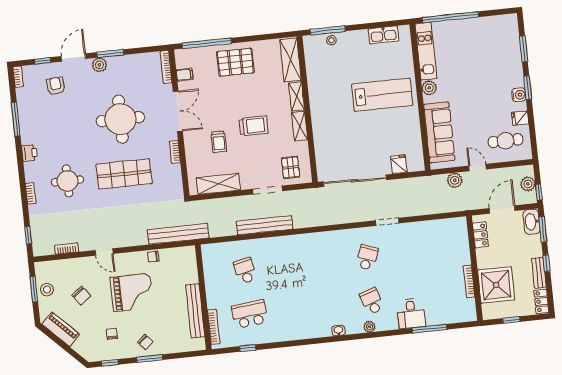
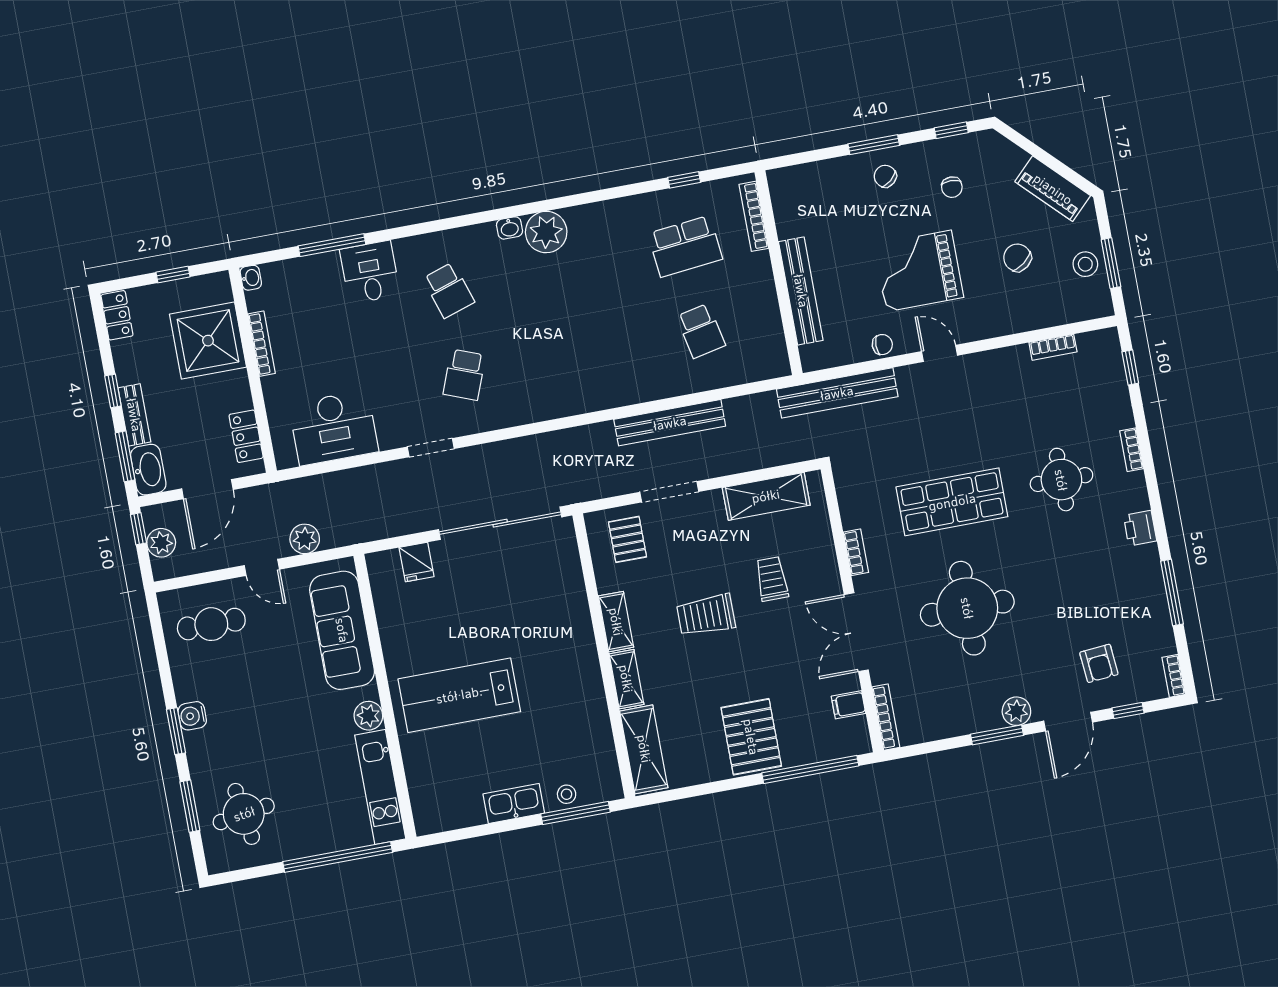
kitchen sink: (384, 35) -> (514, 804), moved
round table: (497, 43) -> (244, 814), added
pallet: (235, 62) -> (751, 737), turned 90
fridge: (520, 118) -> (186, 670), removed
desk: (436, 236) -> (334, 428), added
door: (104, 252) -> (939, 353), moved
bench: (539, 273) -> (134, 415), moved
bench: (195, 311) -> (801, 291), moved
washbasin: (472, 315) -> (251, 278), added
plant: (369, 327) -> (546, 232), moved, width x1.87, depth x1.87

